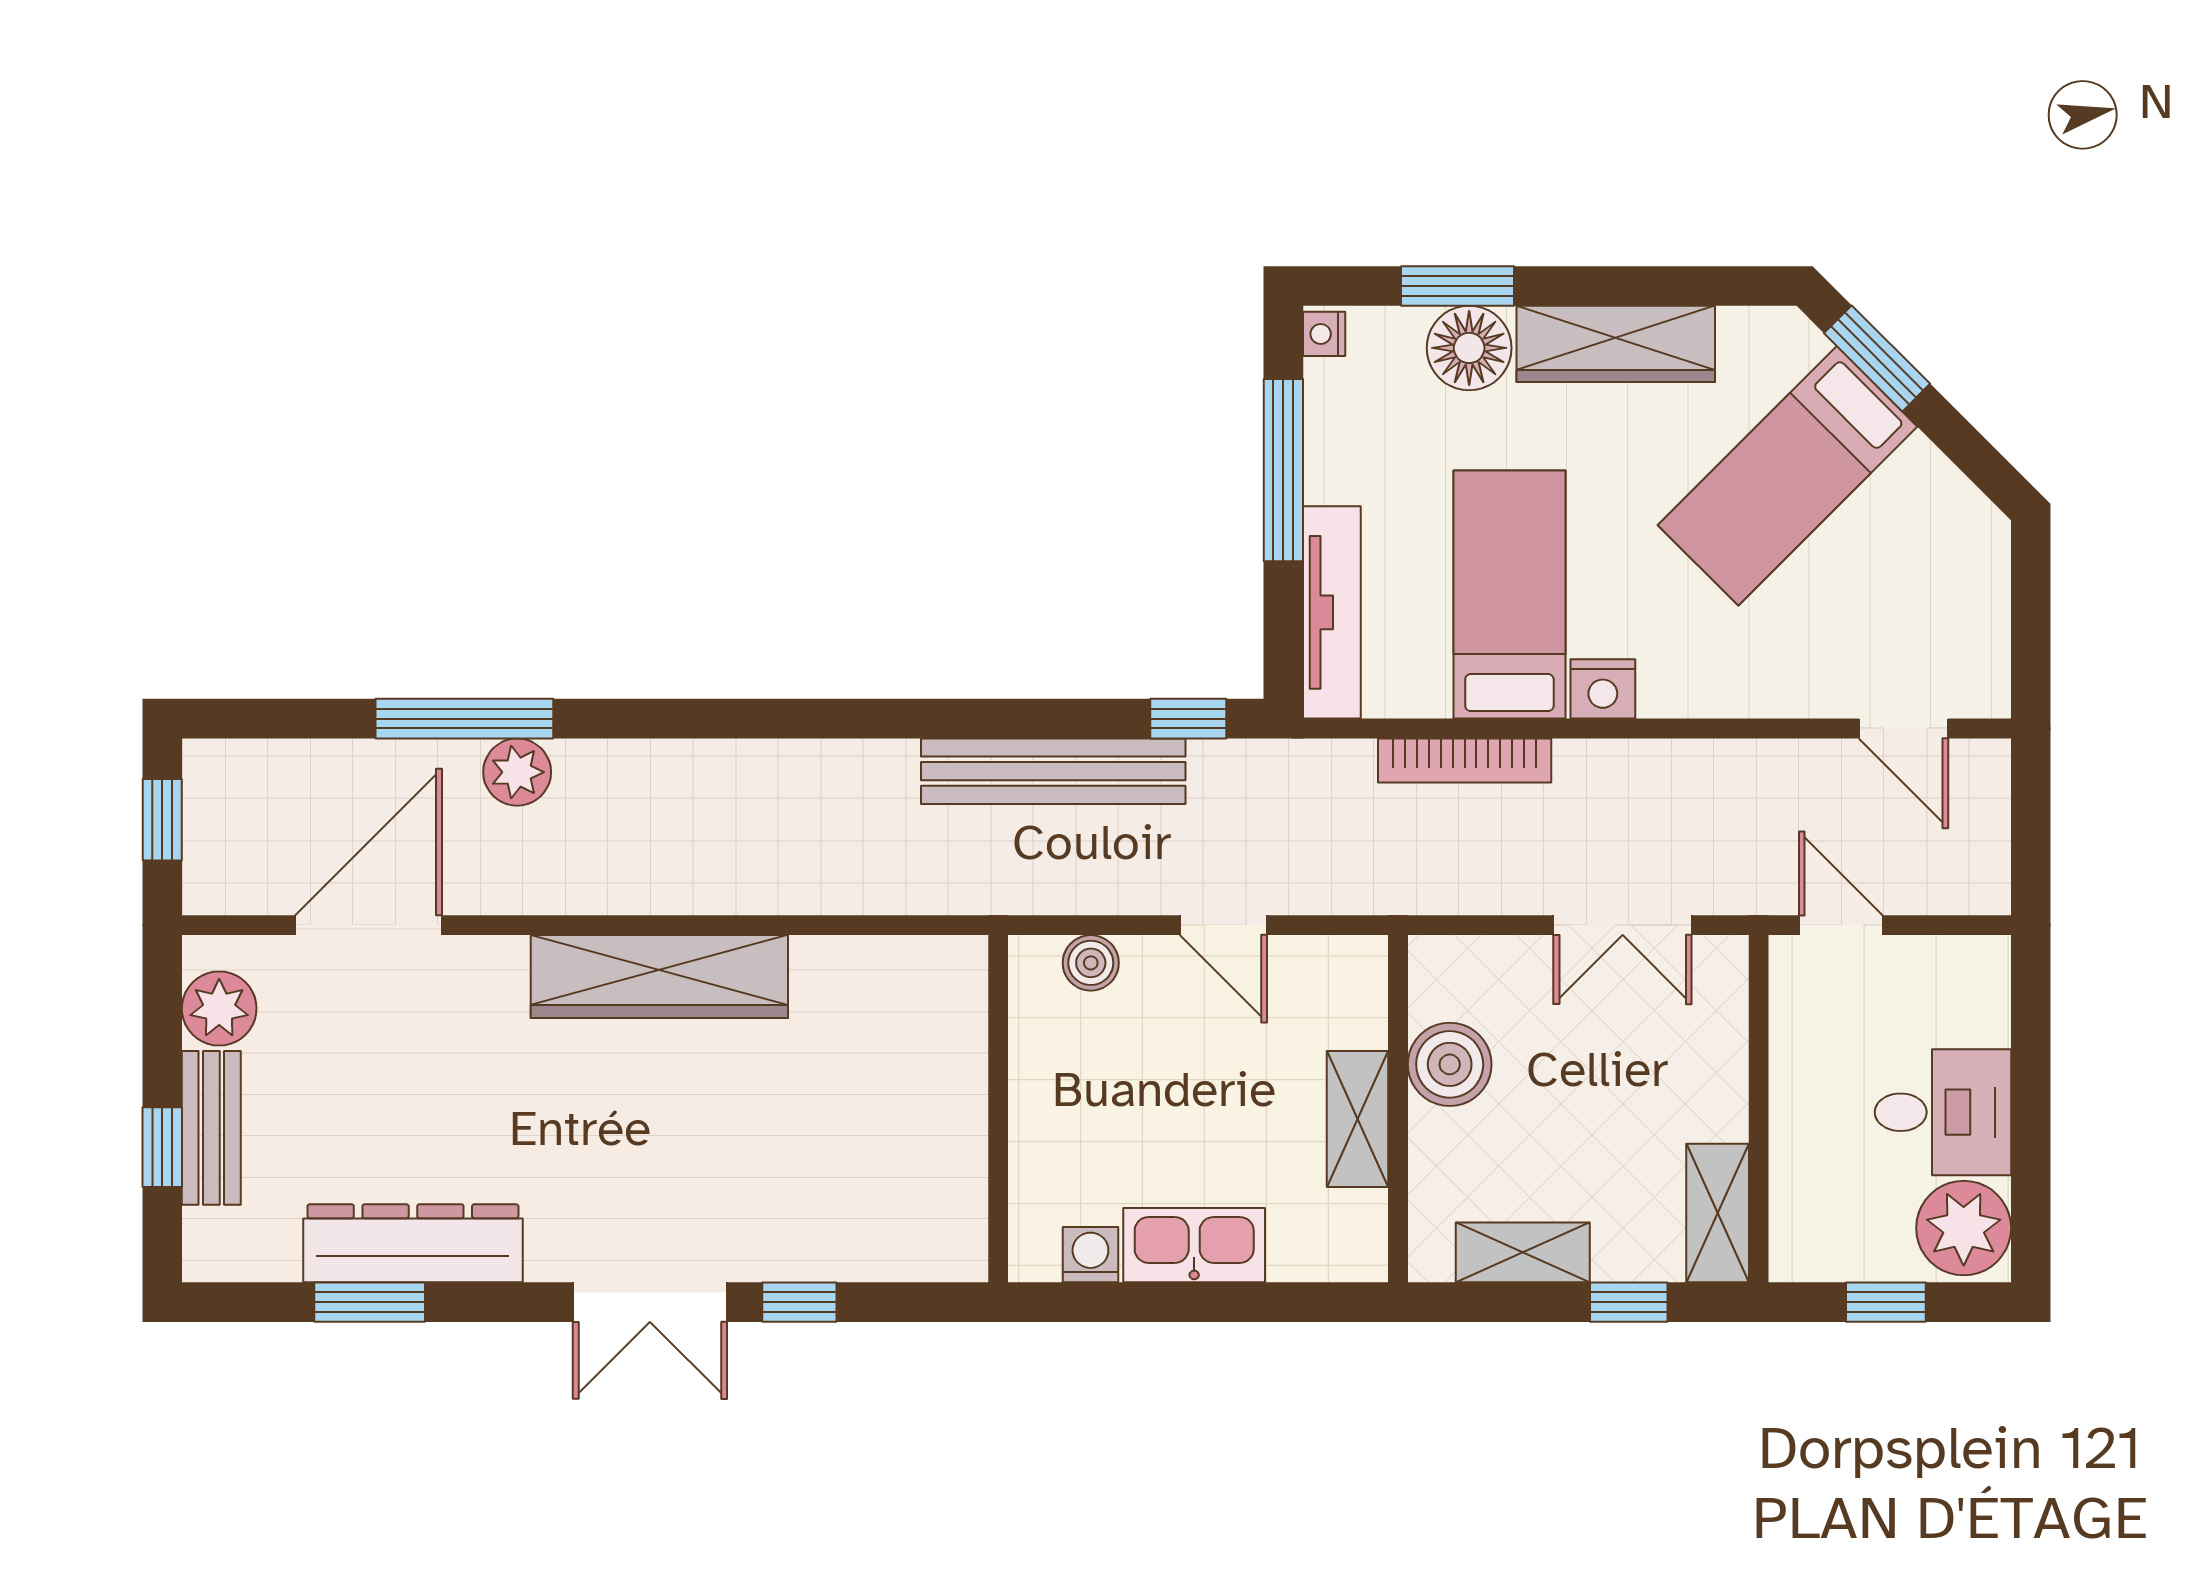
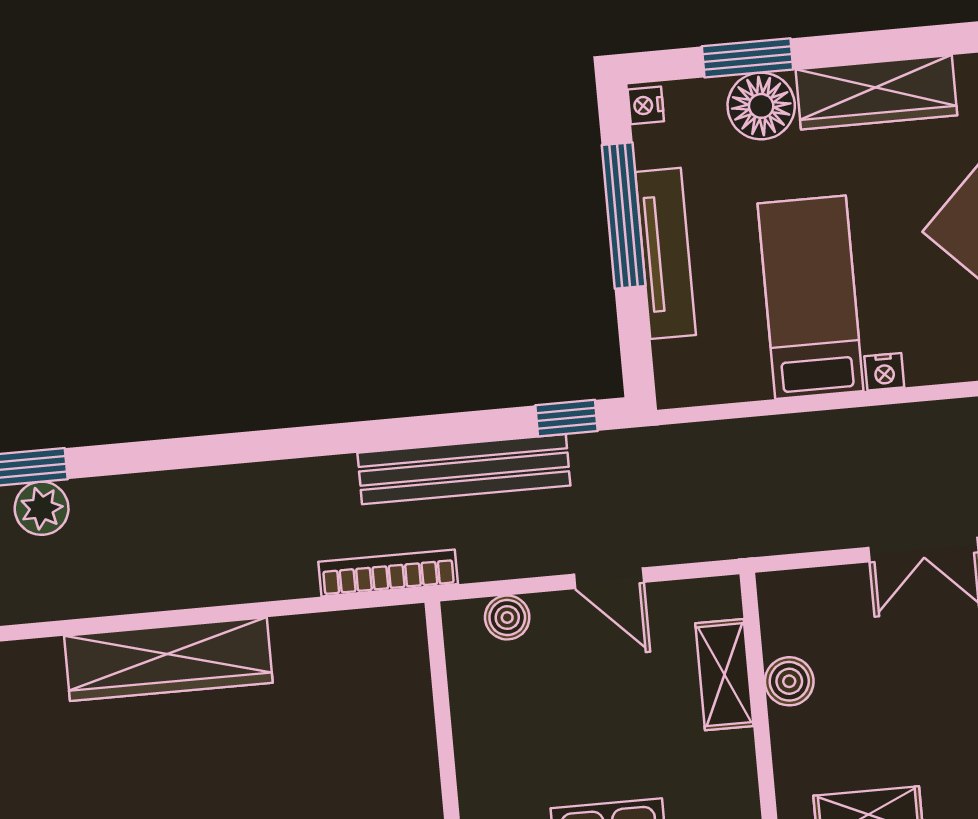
tv unit: (1332, 612) -> (665, 253), moved
nightstand: (1603, 689) -> (884, 372), width x0.72, depth x0.74
bookcase: (1465, 760) -> (388, 573), moved, turned 180
boiler: (1450, 1064) -> (789, 681), width x0.73, depth x0.73
shelving: (1358, 1119) -> (724, 675), moved

